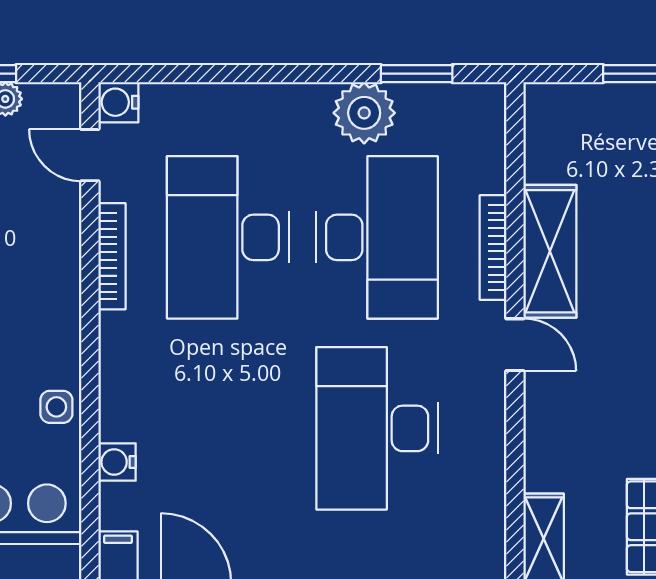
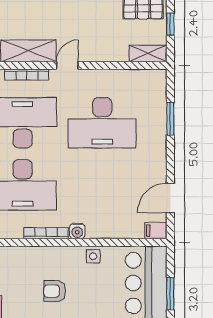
bookcase: (112, 256) -> (46, 233), moved
water cooler: (117, 462) -> (77, 231), moved

